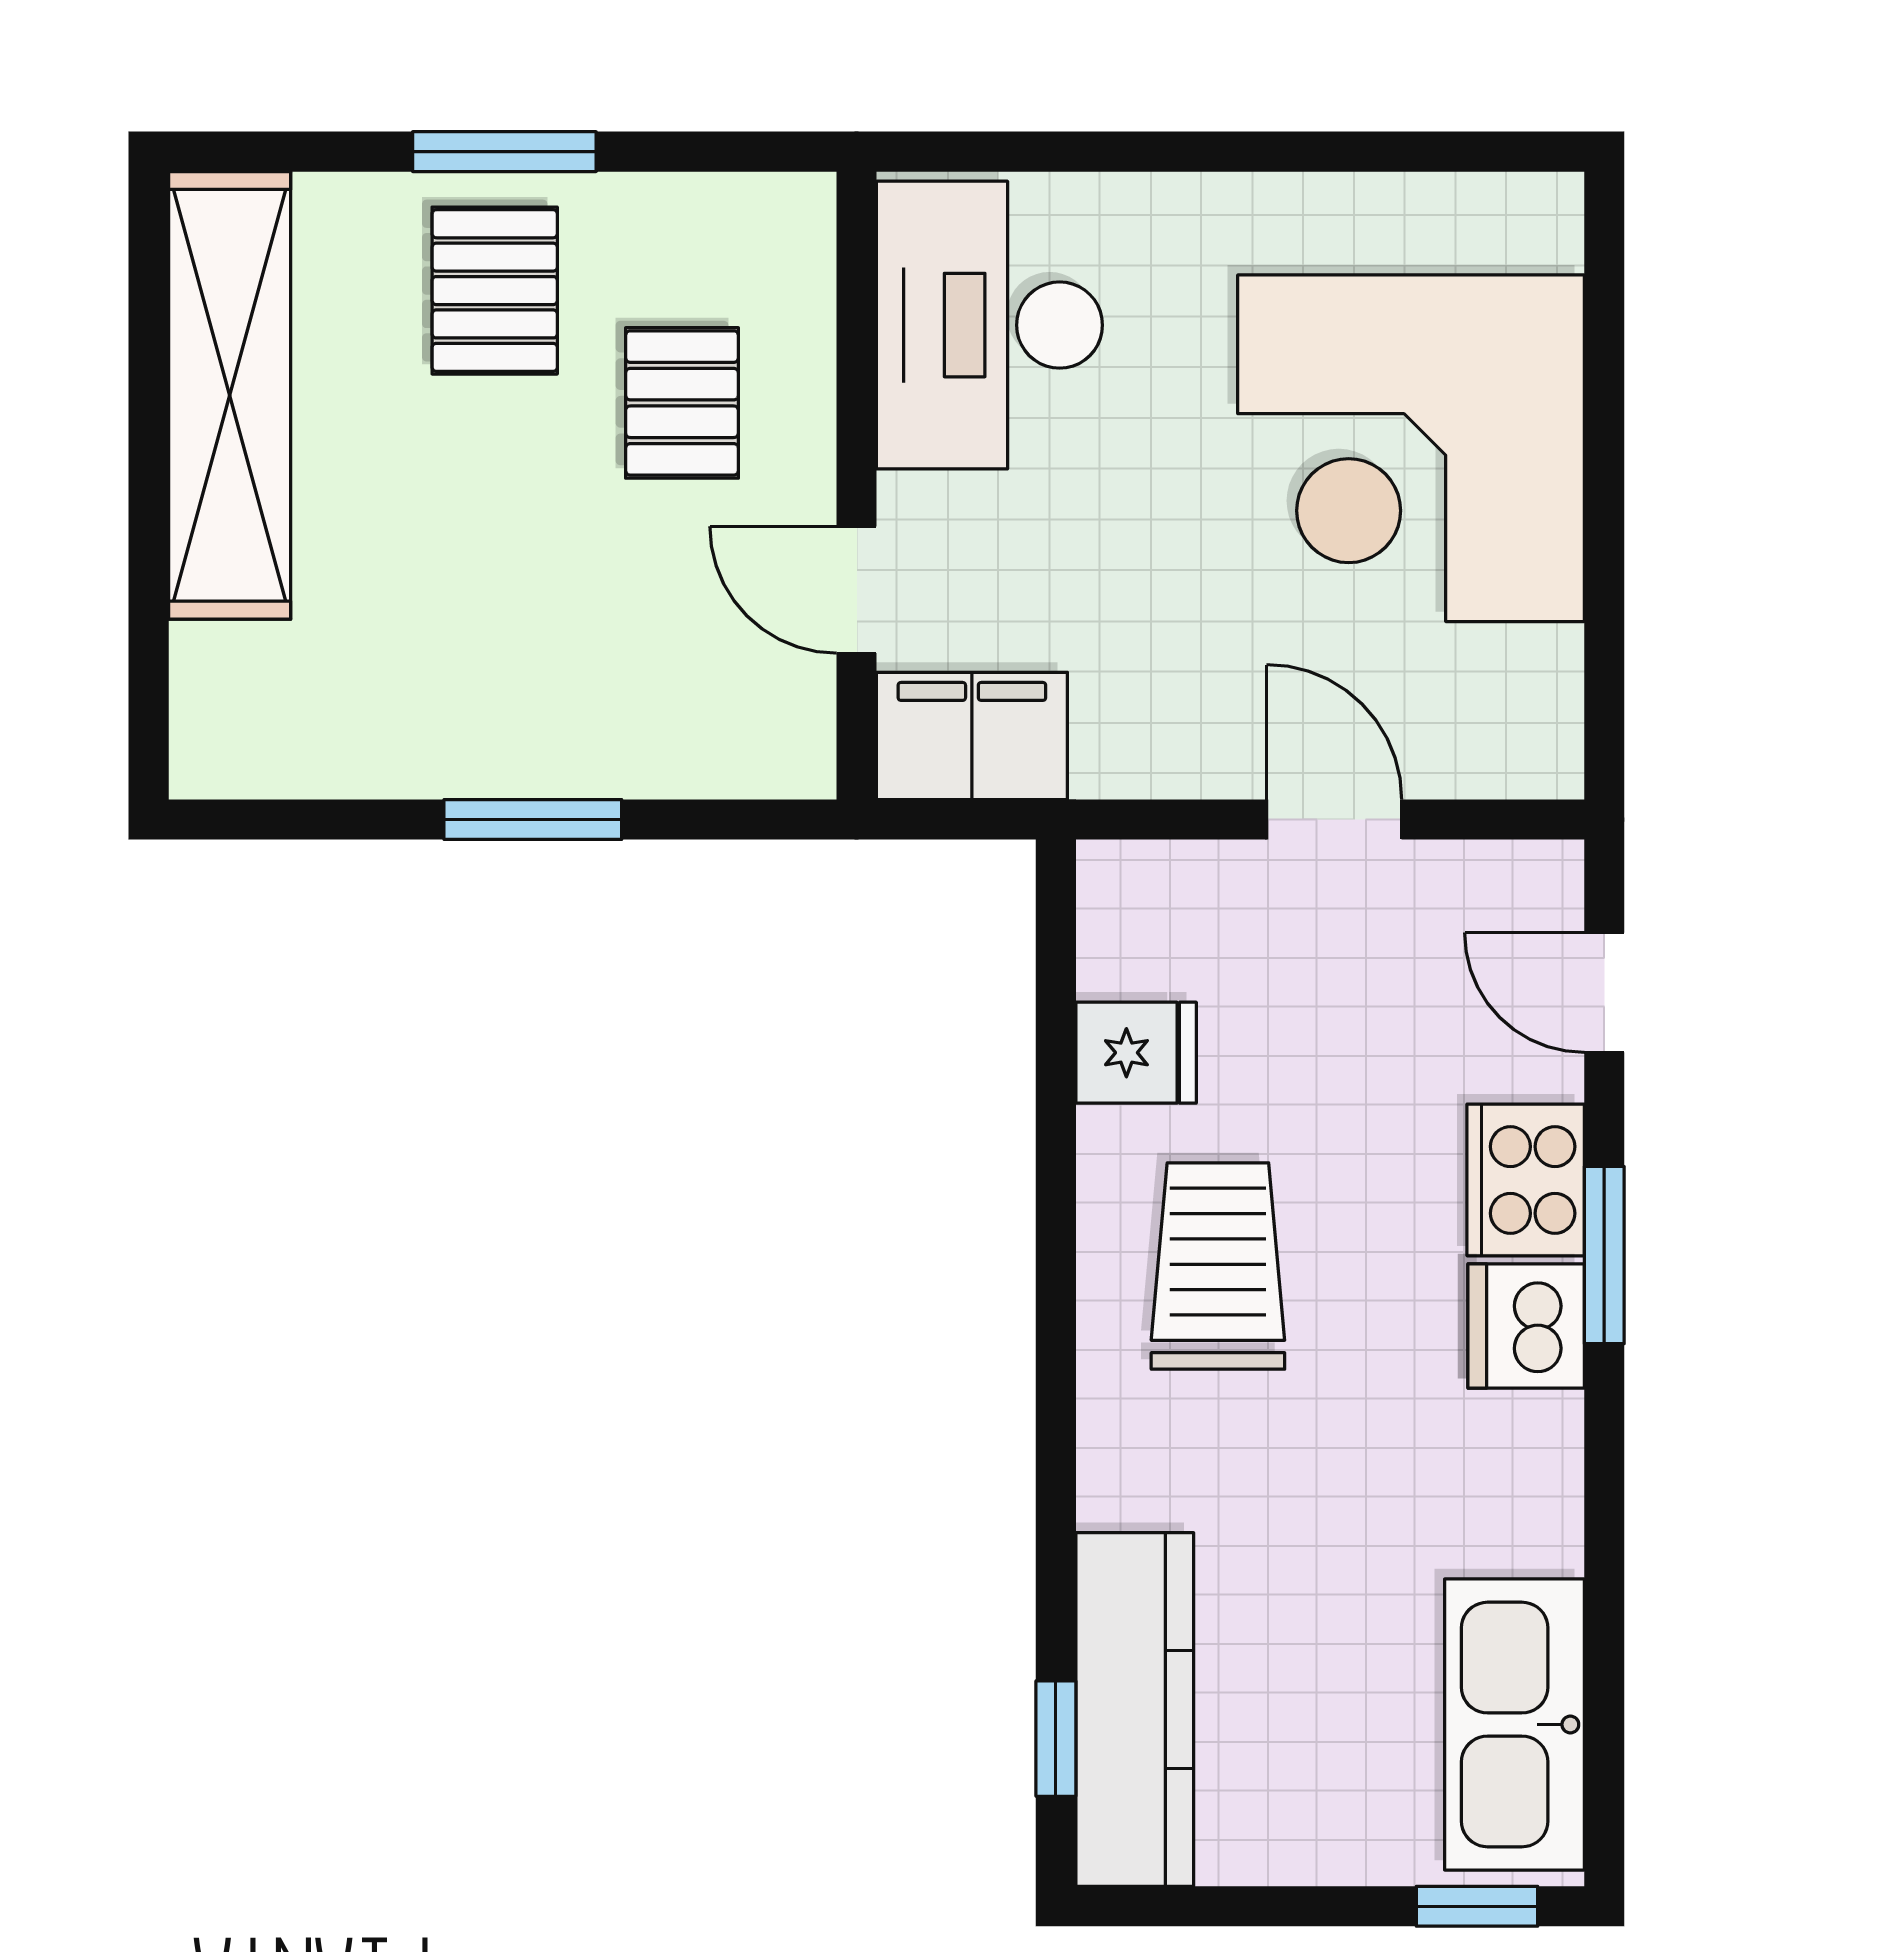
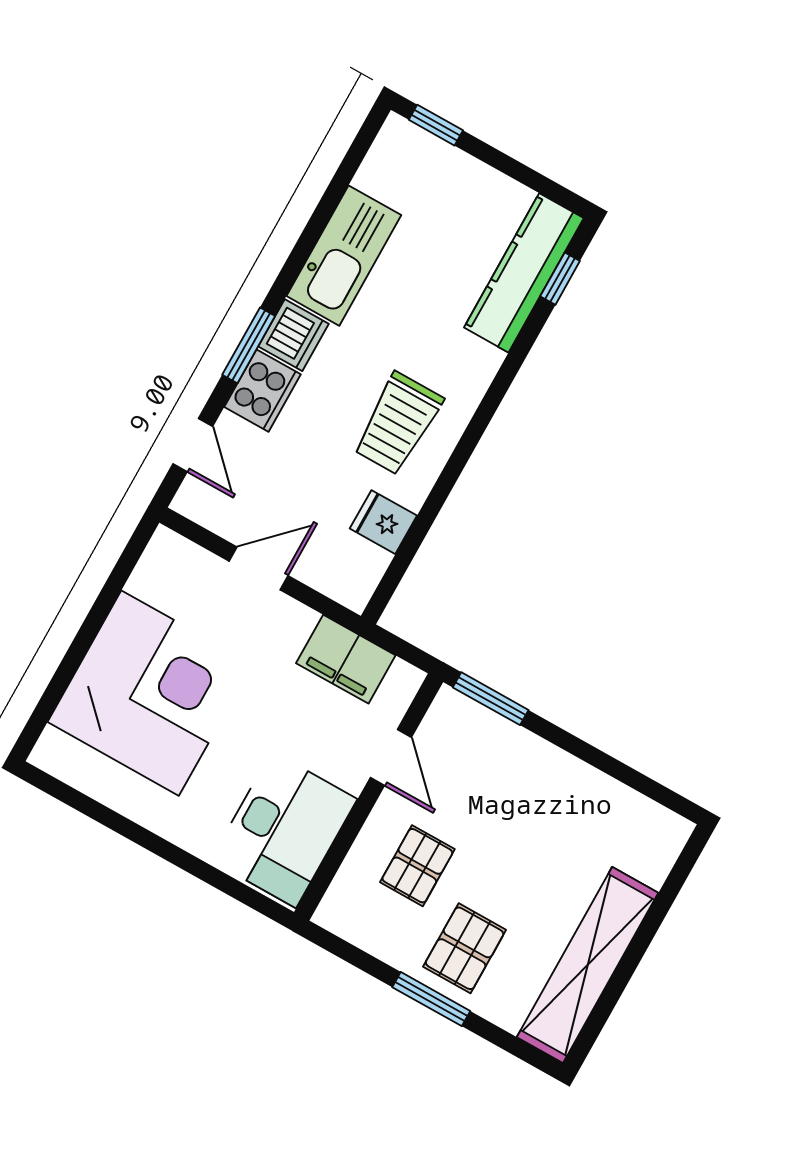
filing cabinet: (972, 736) -> (346, 659), moved
window: (533, 820) -> (491, 699), moved
door: (1334, 820) -> (258, 568), swing flipped
kitchen sink: (1514, 1725) -> (344, 256), moved

